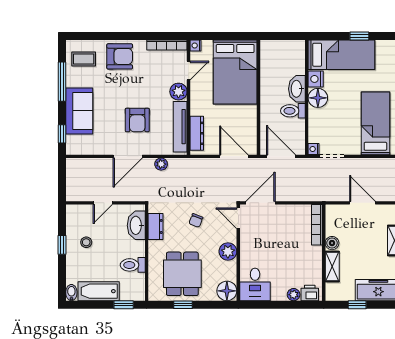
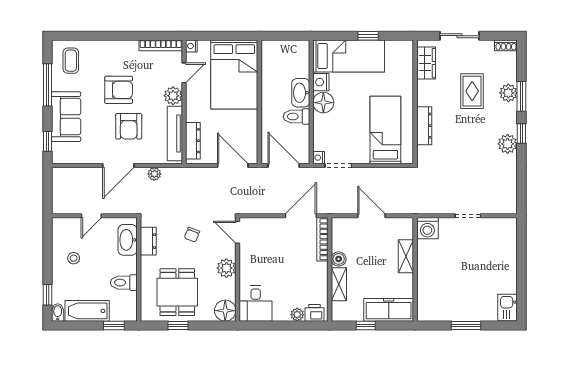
armchair: (120, 56) -> (119, 90), moved
coffee table: (84, 59) -> (71, 61), turned 90
door: (261, 203) -> (301, 216), moved
window: (62, 245) -> (47, 295), moved

